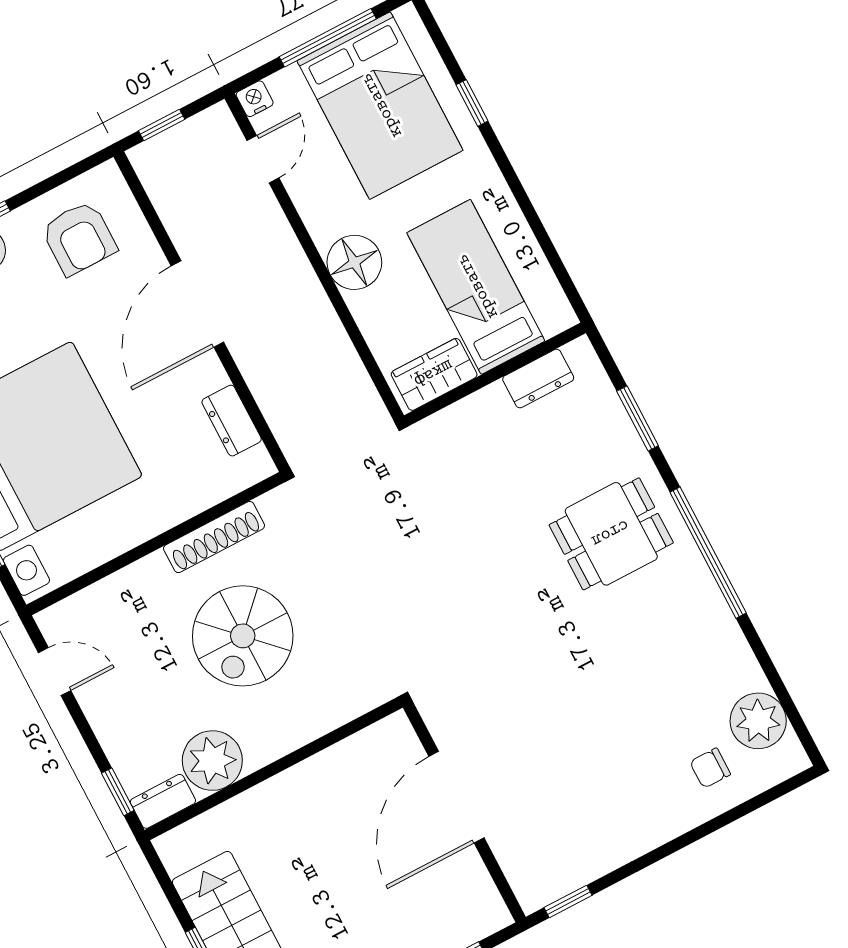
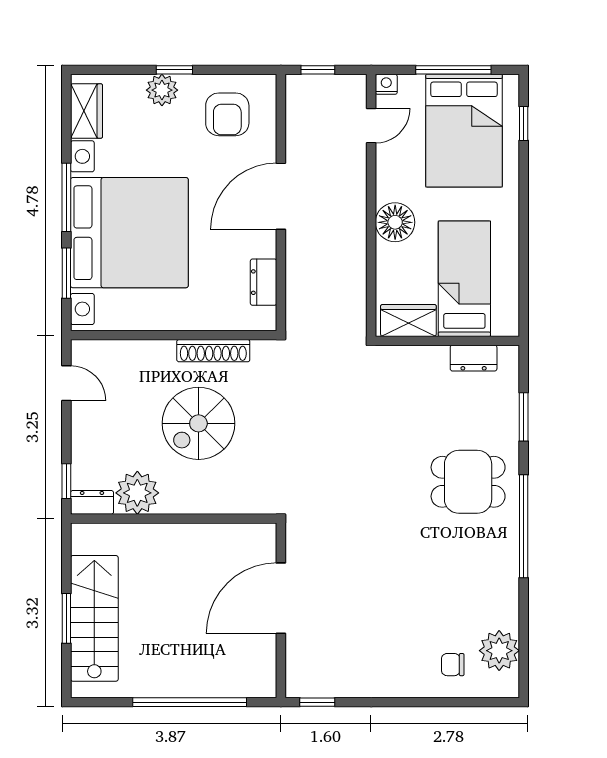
window: (472, 103) -> (524, 124), moved

